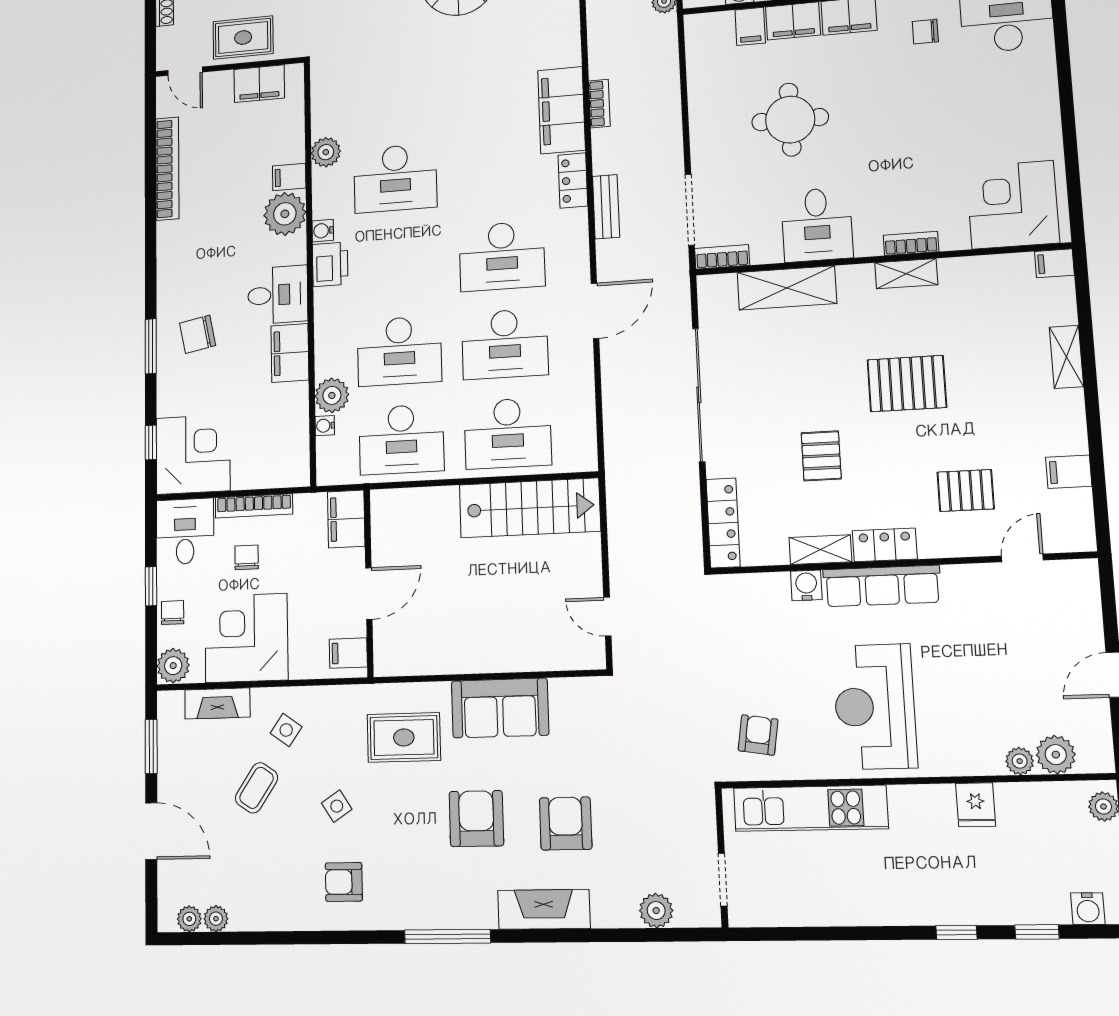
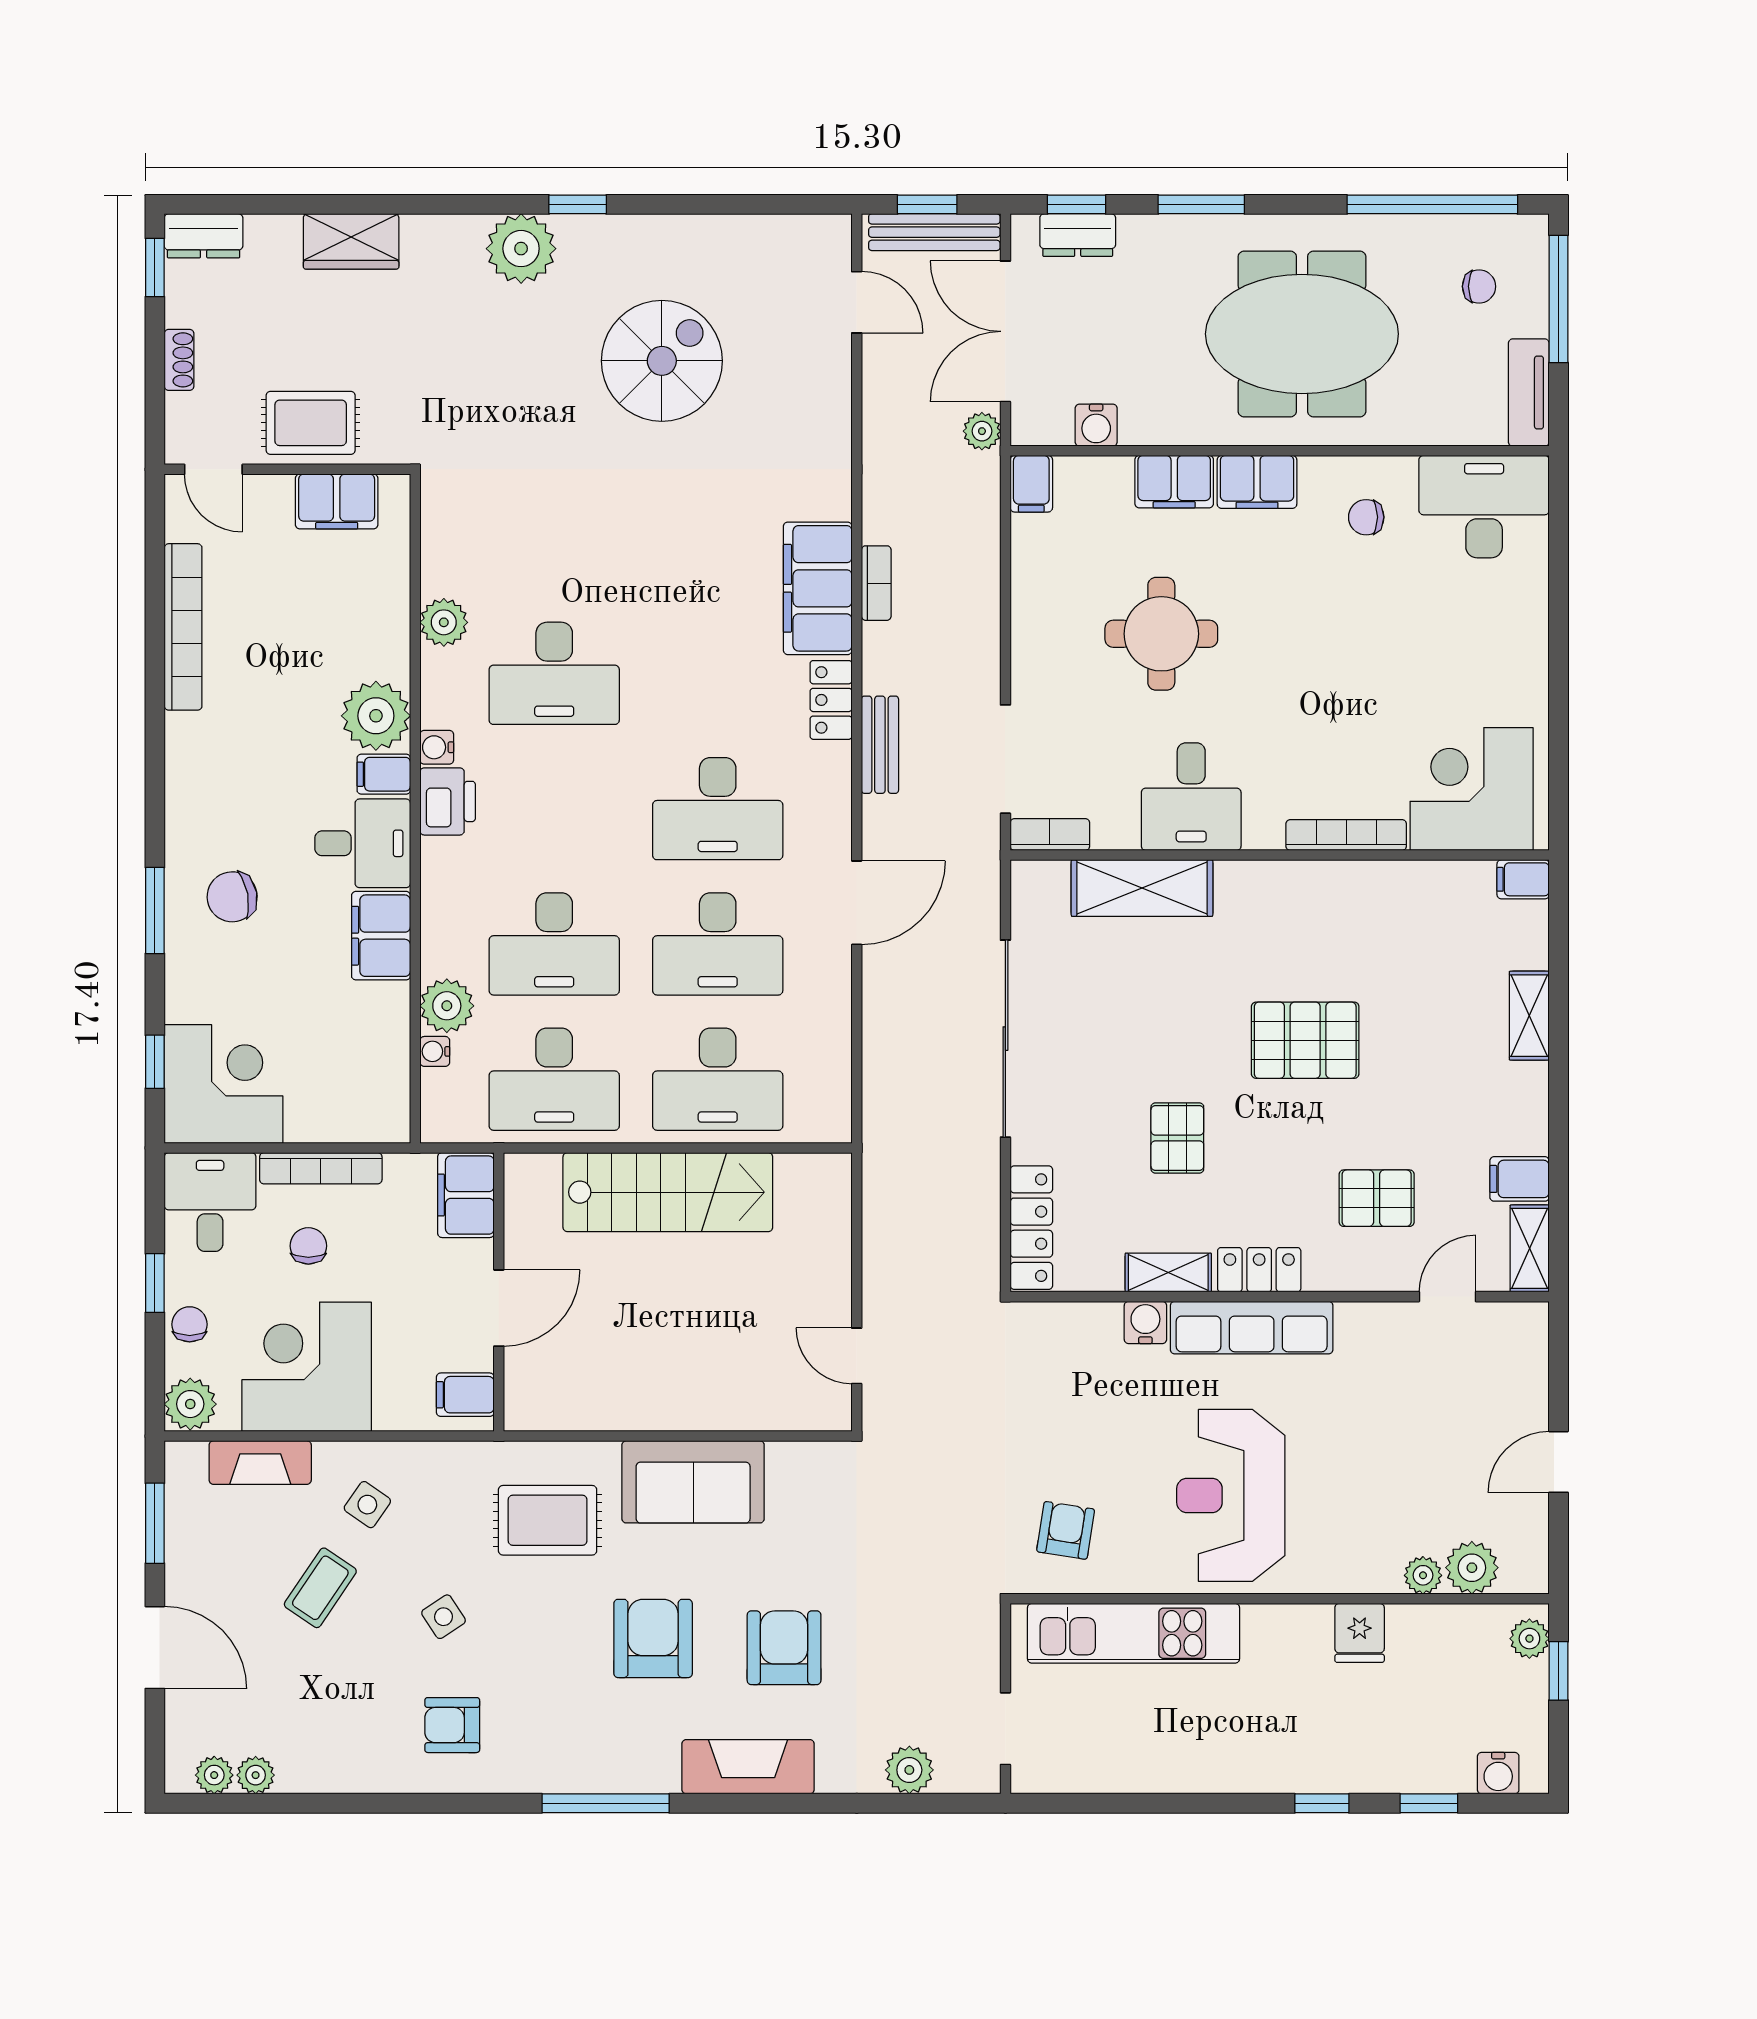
filing cabinet: (750, 26) -> (1031, 484), moved
filing cabinet: (289, 177) -> (384, 774), moved
bookcase: (911, 243) -> (1346, 835), width x1.56
shelving: (906, 274) -> (1530, 1248), moved, turned 90
stairs: (530, 508) -> (668, 1192), moved

